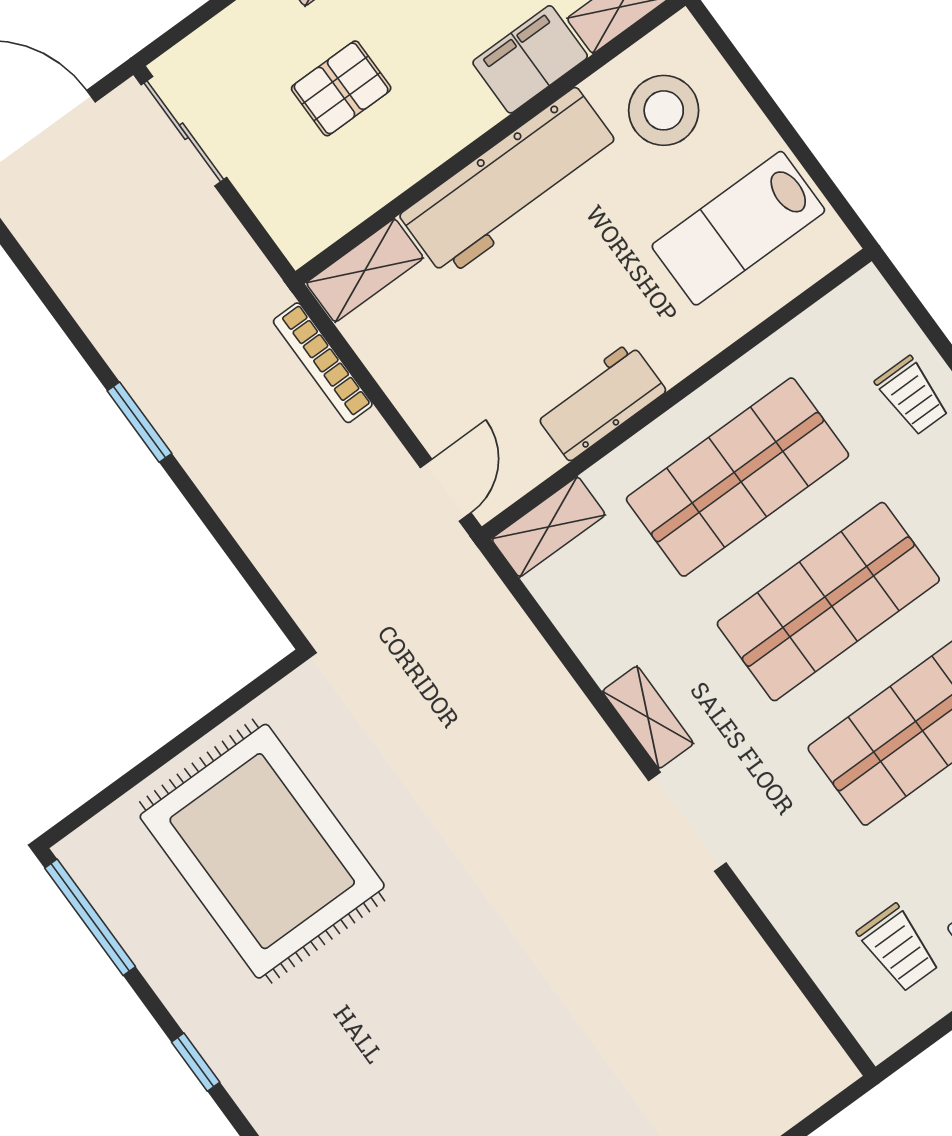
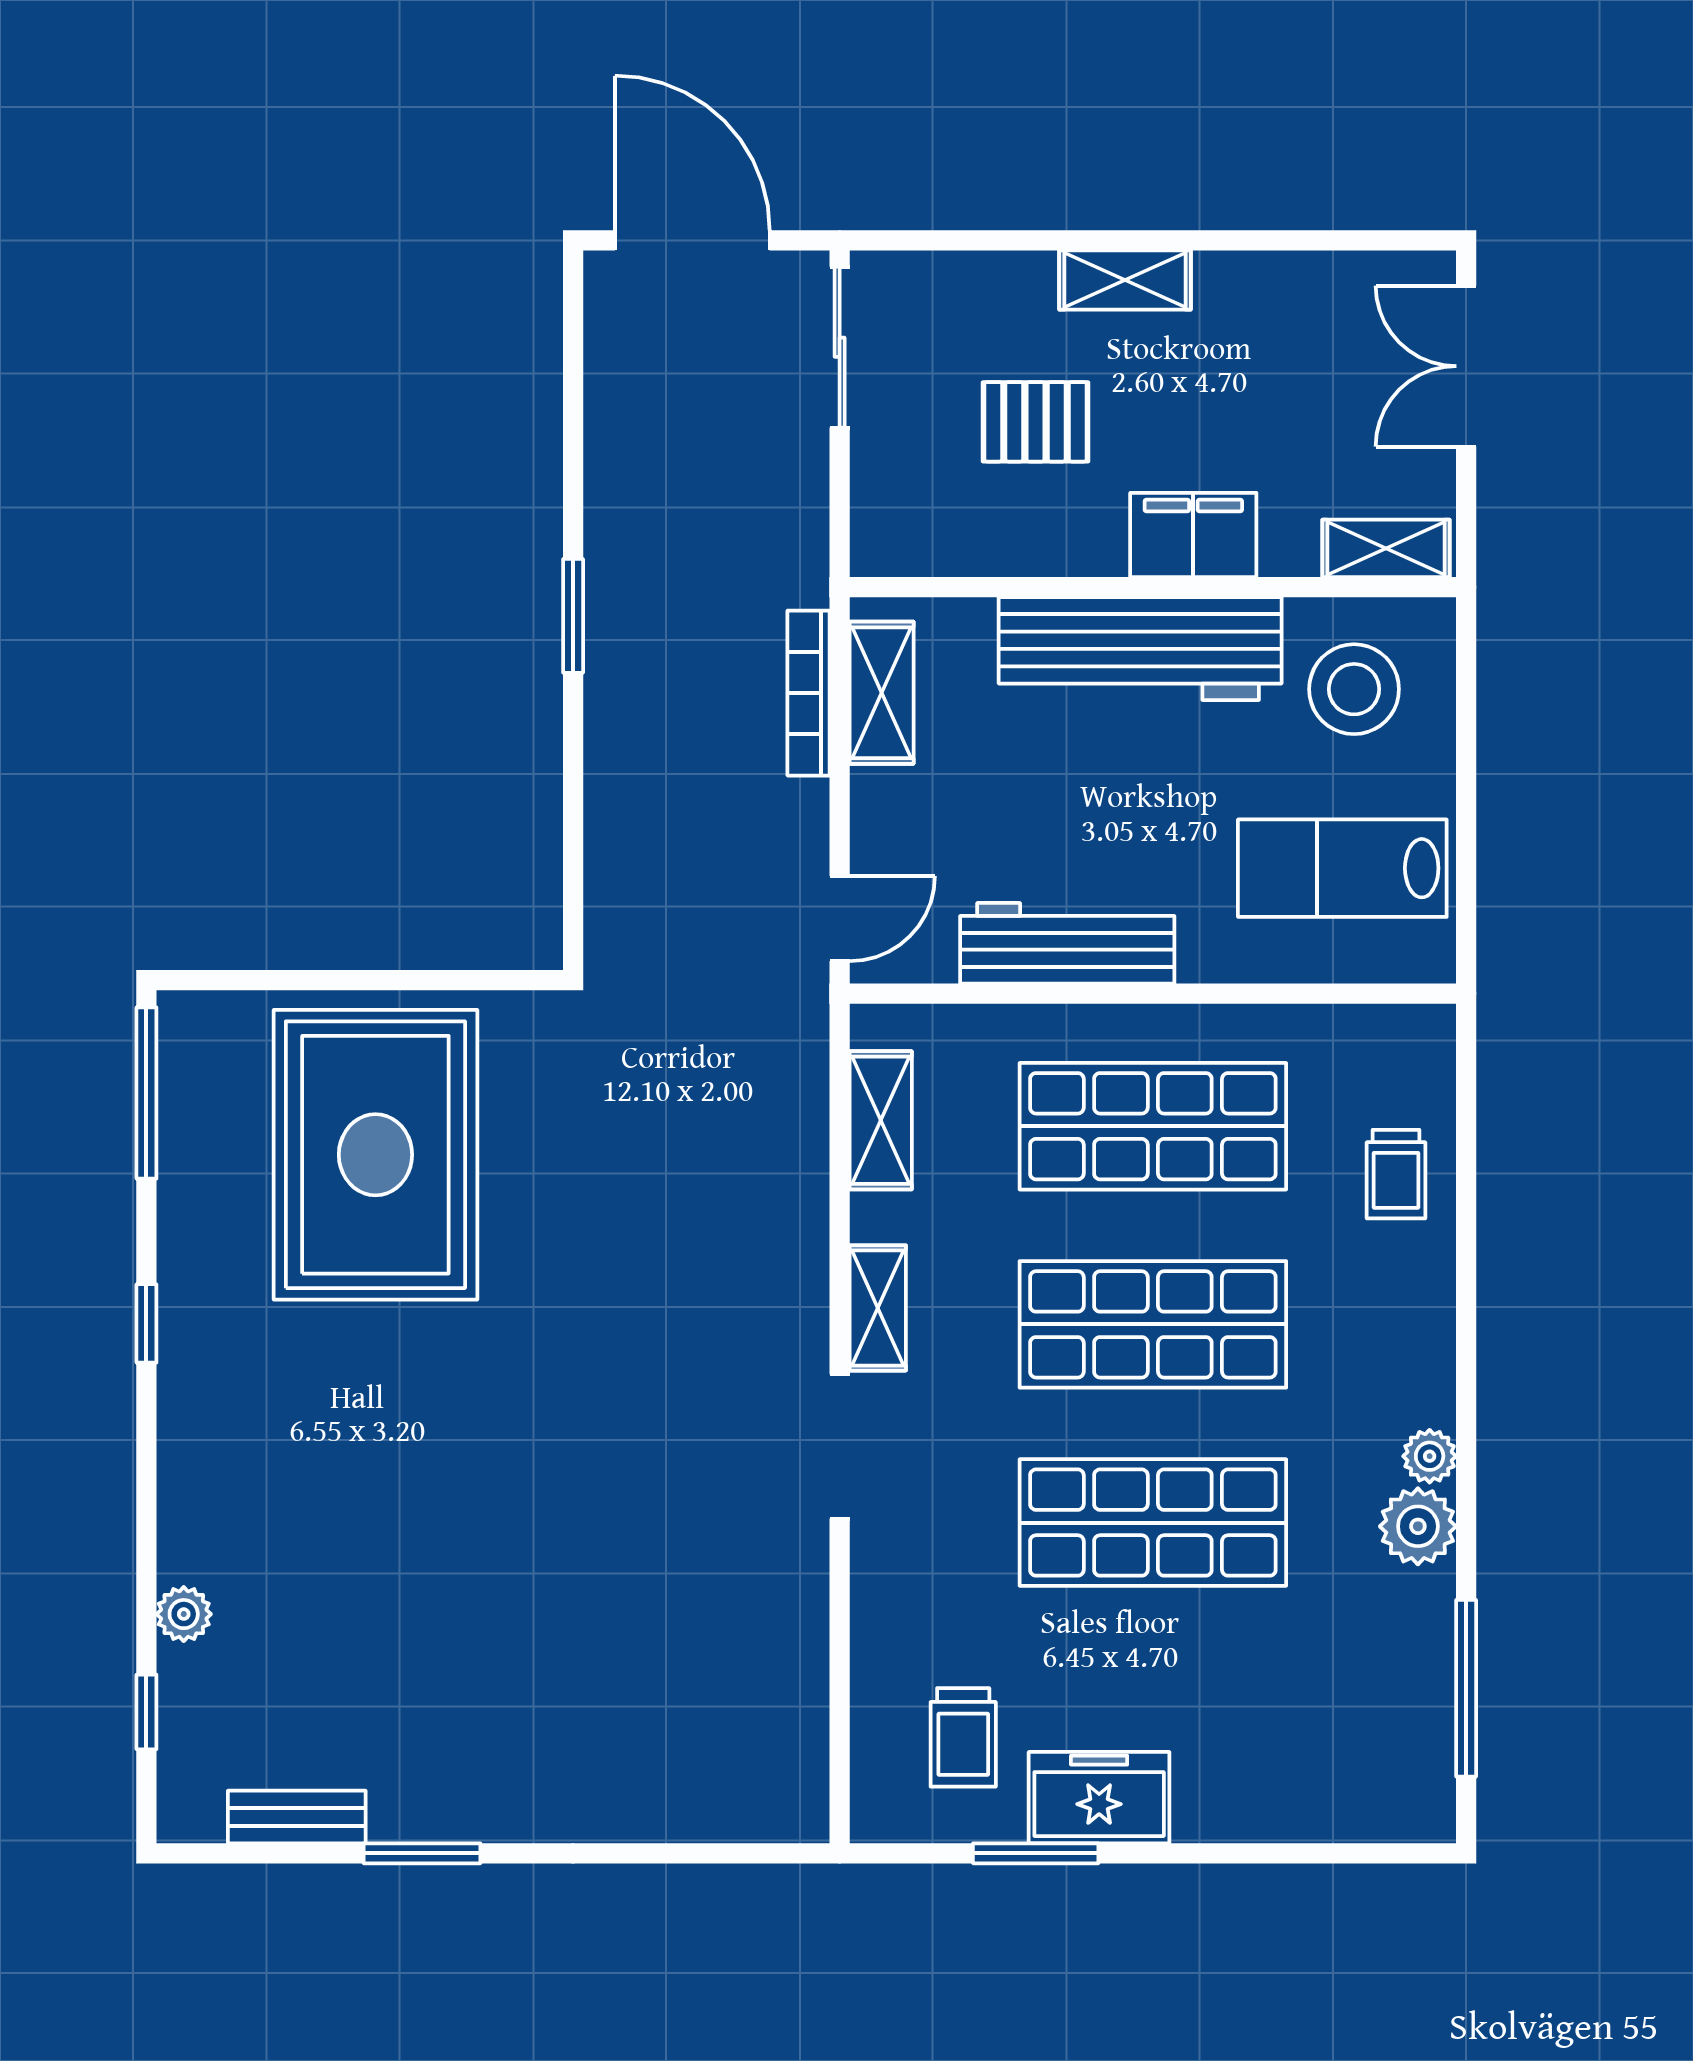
filing cabinet: (530, 59) -> (1193, 535), moved
shelving: (365, 270) -> (882, 693), moved, turned 90
workbench: (600, 401) -> (1067, 943), width x1.38
shelving: (548, 527) -> (881, 1120), moved, turned 90

